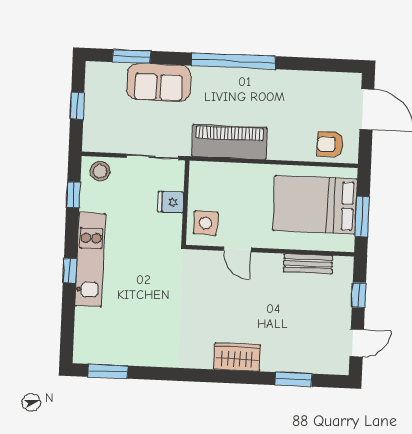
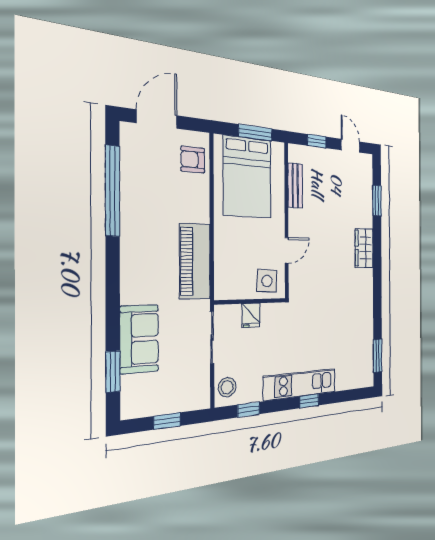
window: (233, 61) -> (113, 191), moved
armchair: (330, 144) -> (193, 160), turned 90

